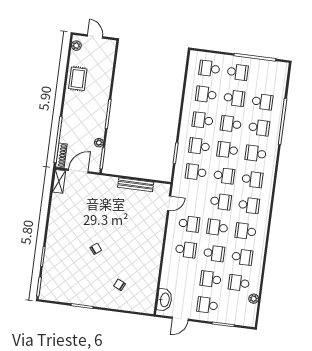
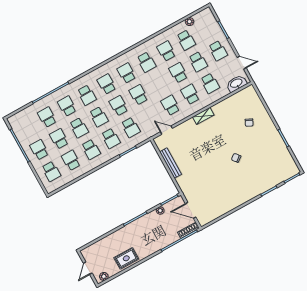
school desk: (206, 94) -> (71, 160), turned 180
shelving: (59, 181) -> (203, 116), moved
school desk: (217, 227) -> (210, 83), moved

